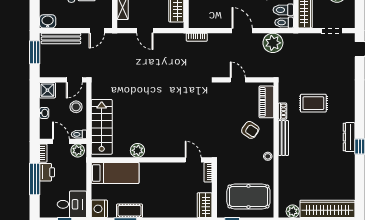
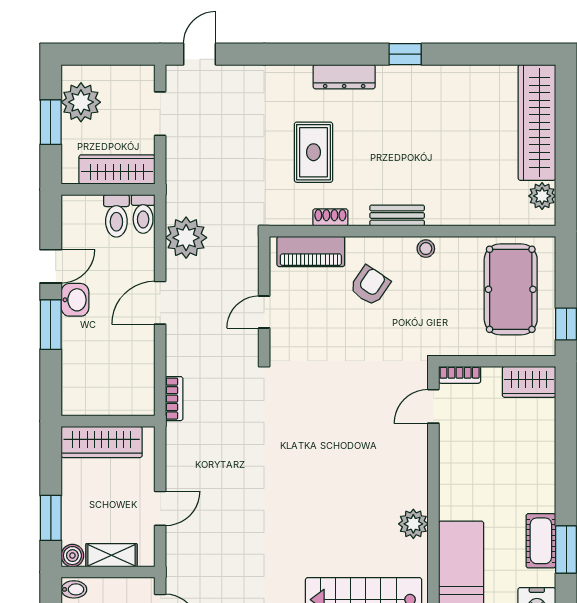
dresser: (349, 137) -> (344, 77), moved
bench: (283, 138) -> (397, 215), width x0.73

